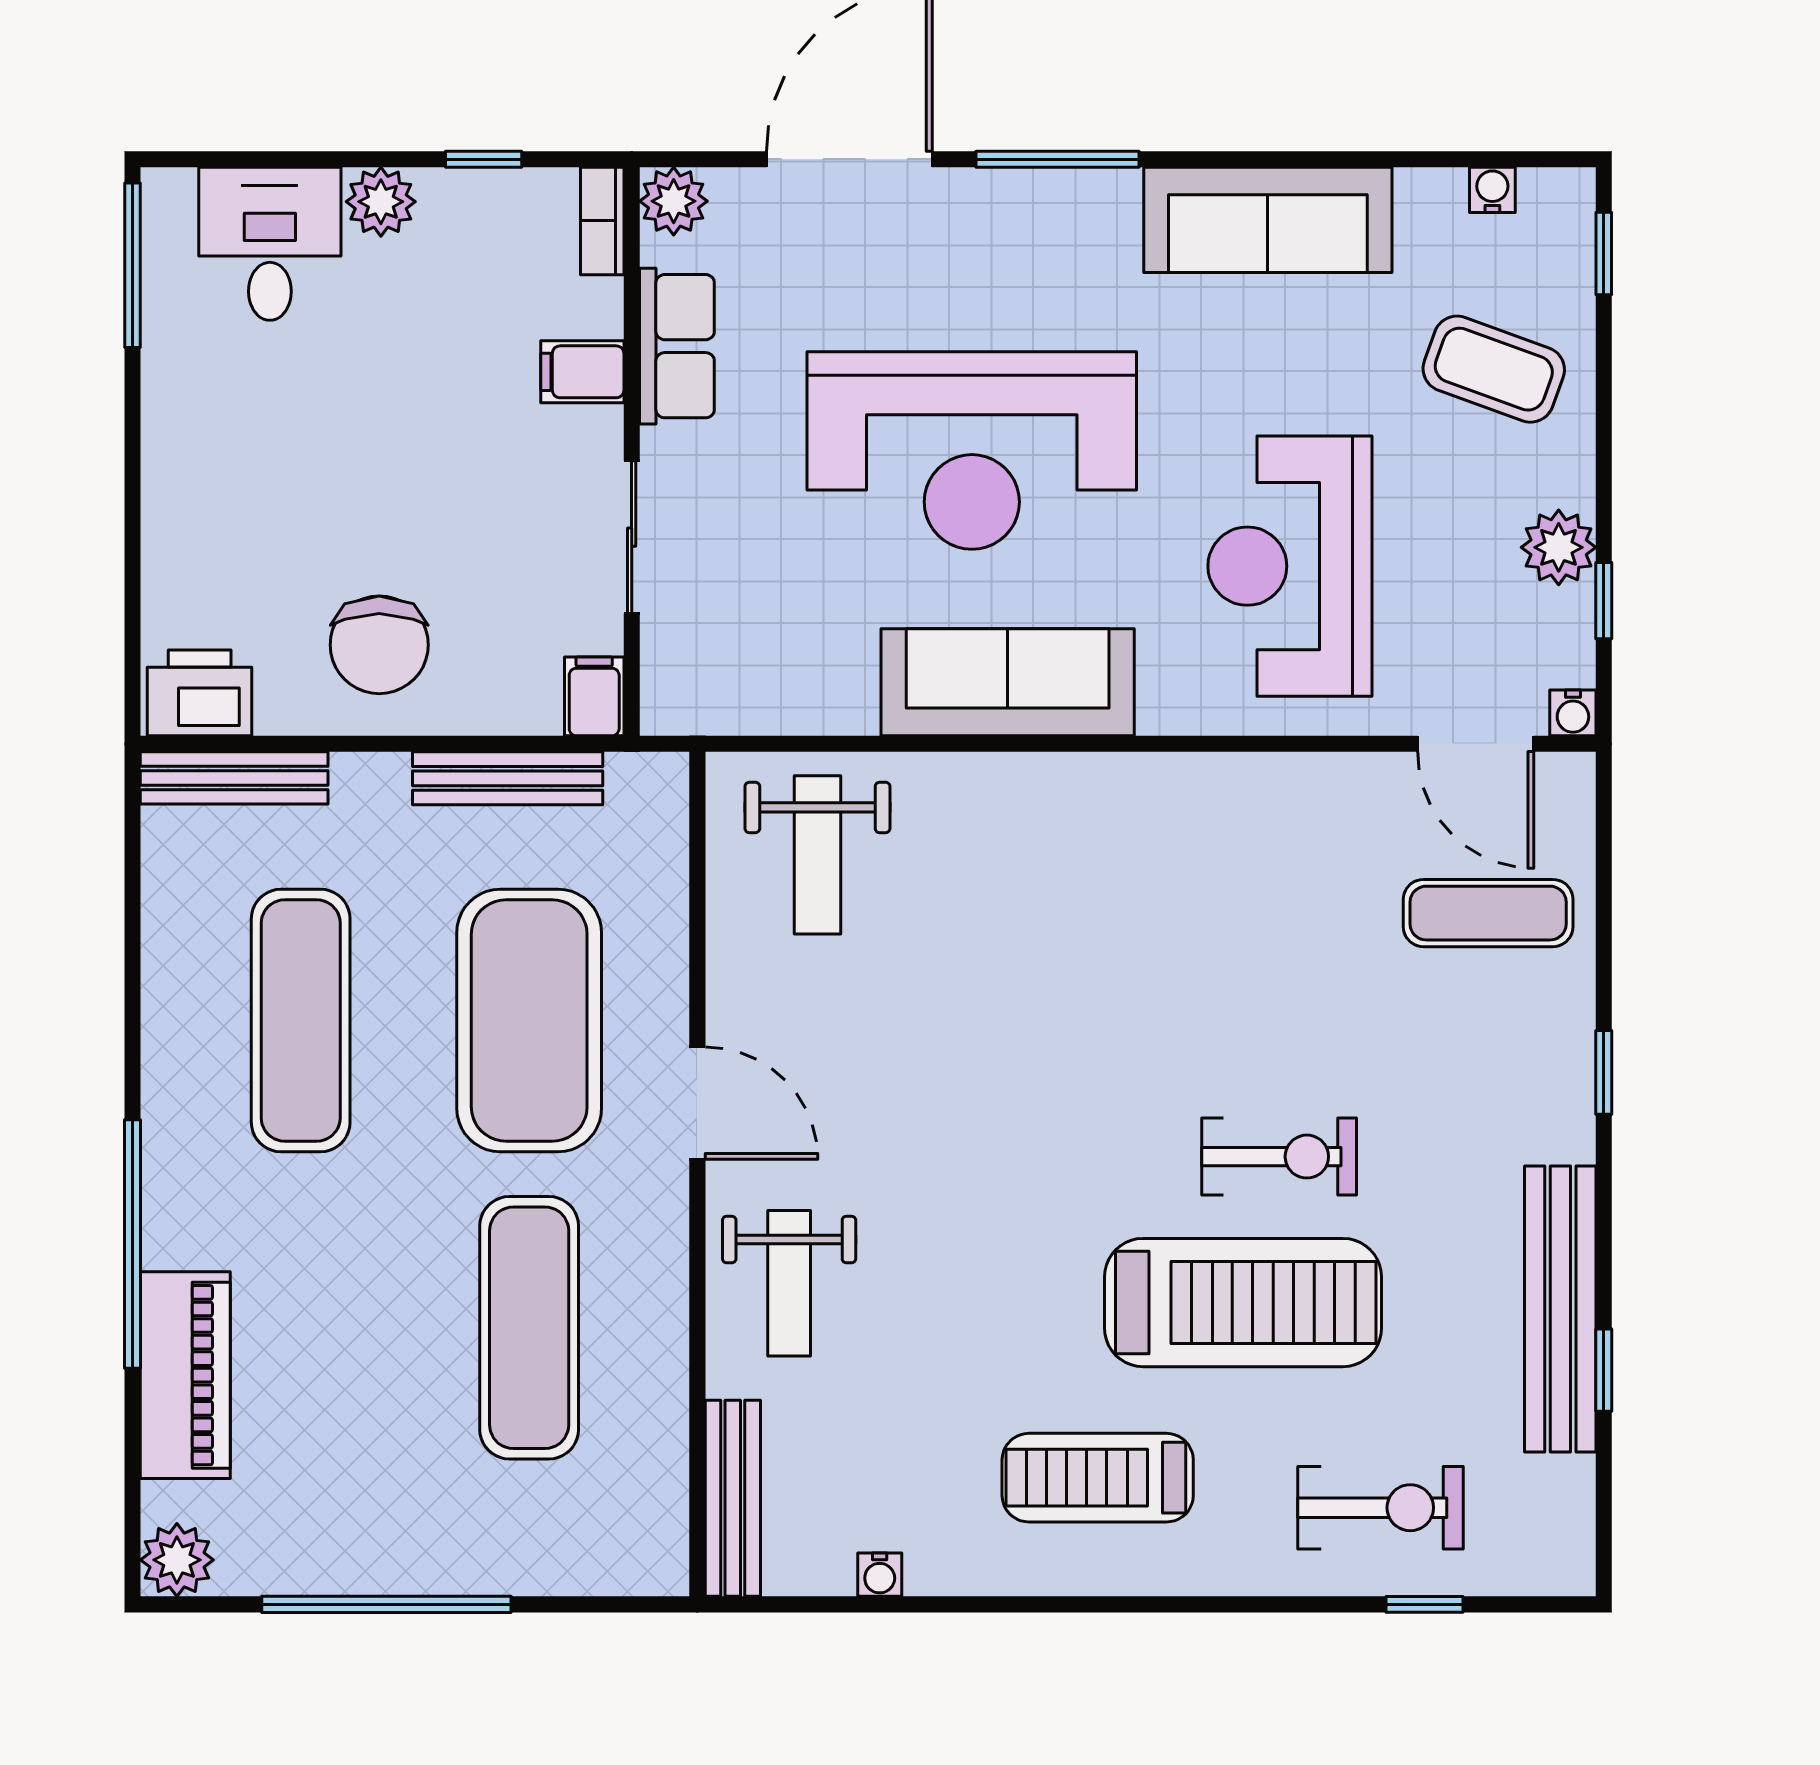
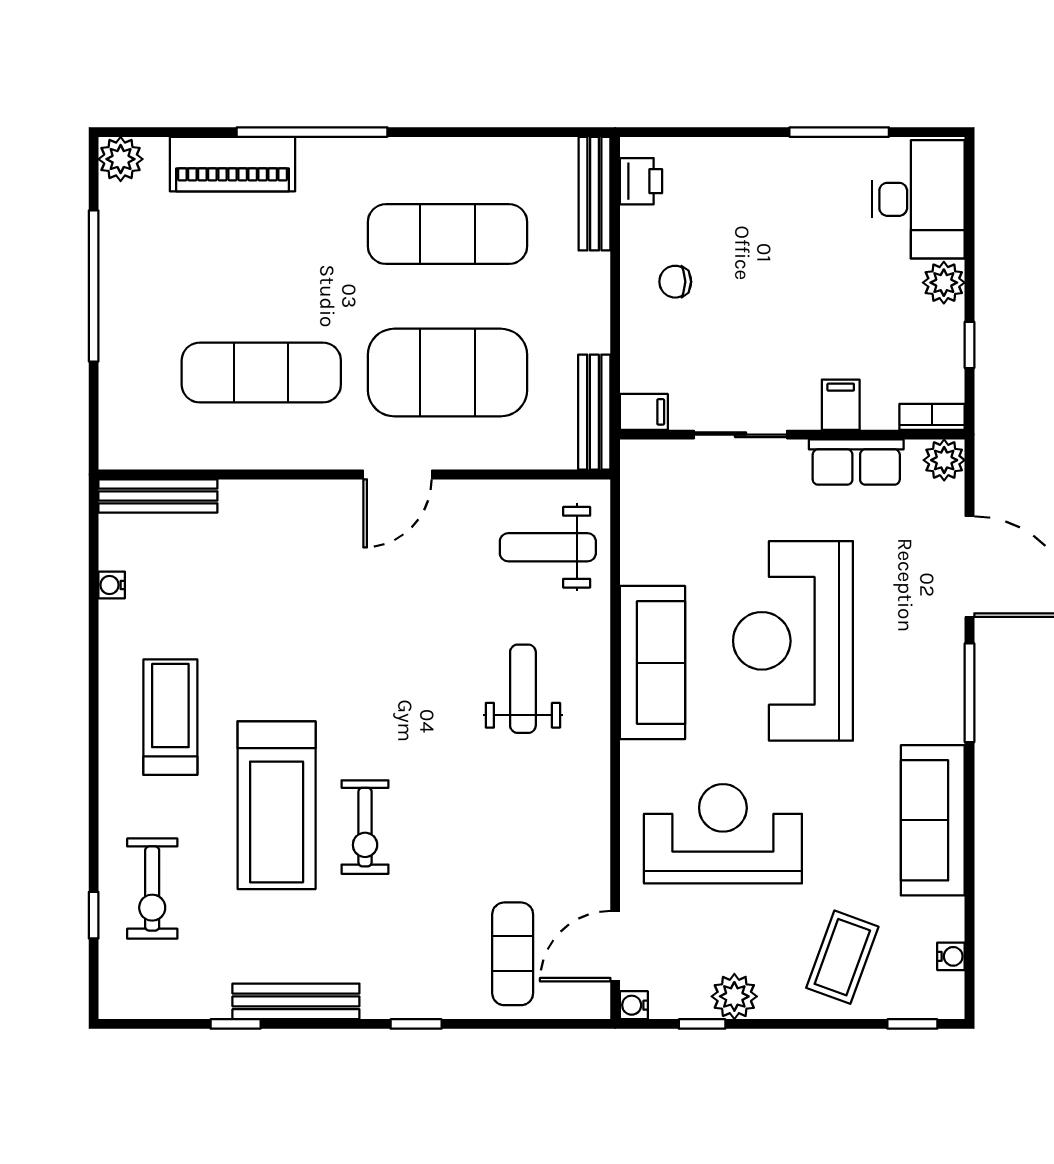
desk: (270, 244) -> (918, 199), width x1.37
window: (132, 265) -> (839, 132), moved
chair: (379, 645) -> (675, 282), width x0.54, depth x0.54
printer: (200, 693) -> (641, 181), width x0.73, depth x0.81
bench: (508, 778) -> (594, 412), moved
weight bench: (789, 1283) -> (523, 689), moved, turned 90
bench: (1560, 1309) -> (296, 1001), width x0.73, depth x0.82

